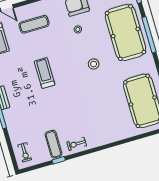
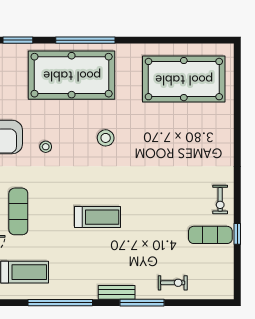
treadmill: (45, 73) -> (98, 217), turned 180
exercise bike: (25, 152) -> (173, 283), moved

